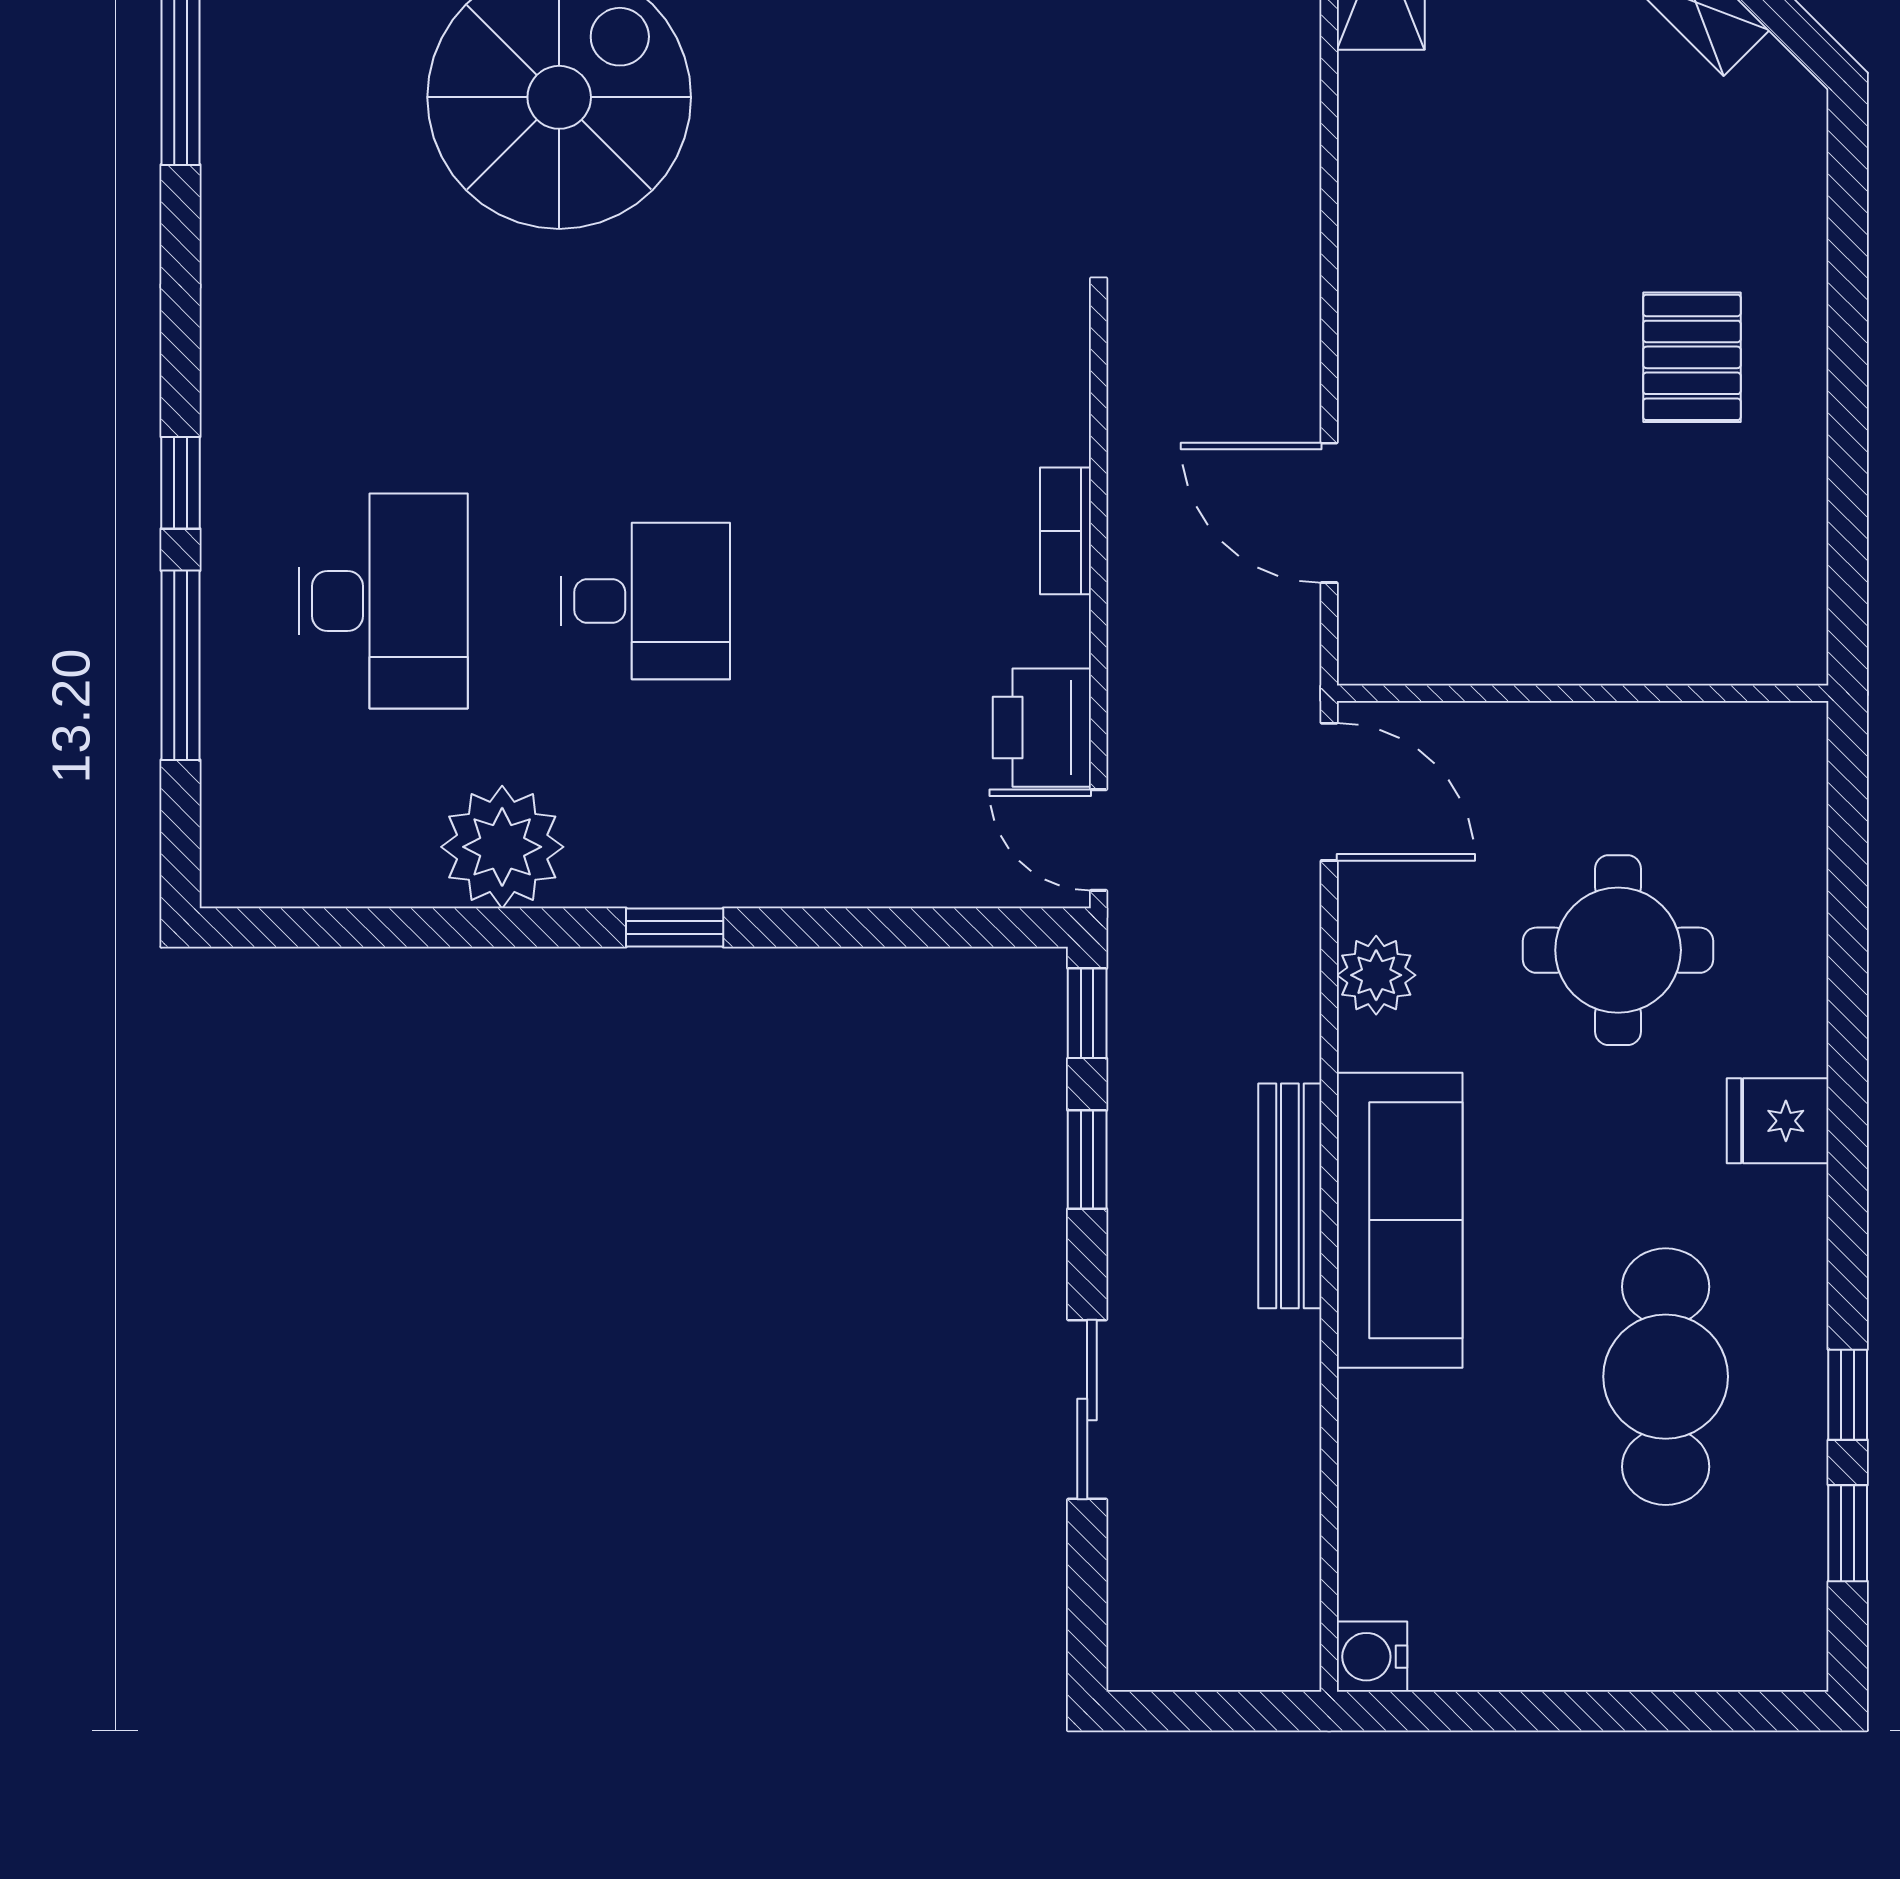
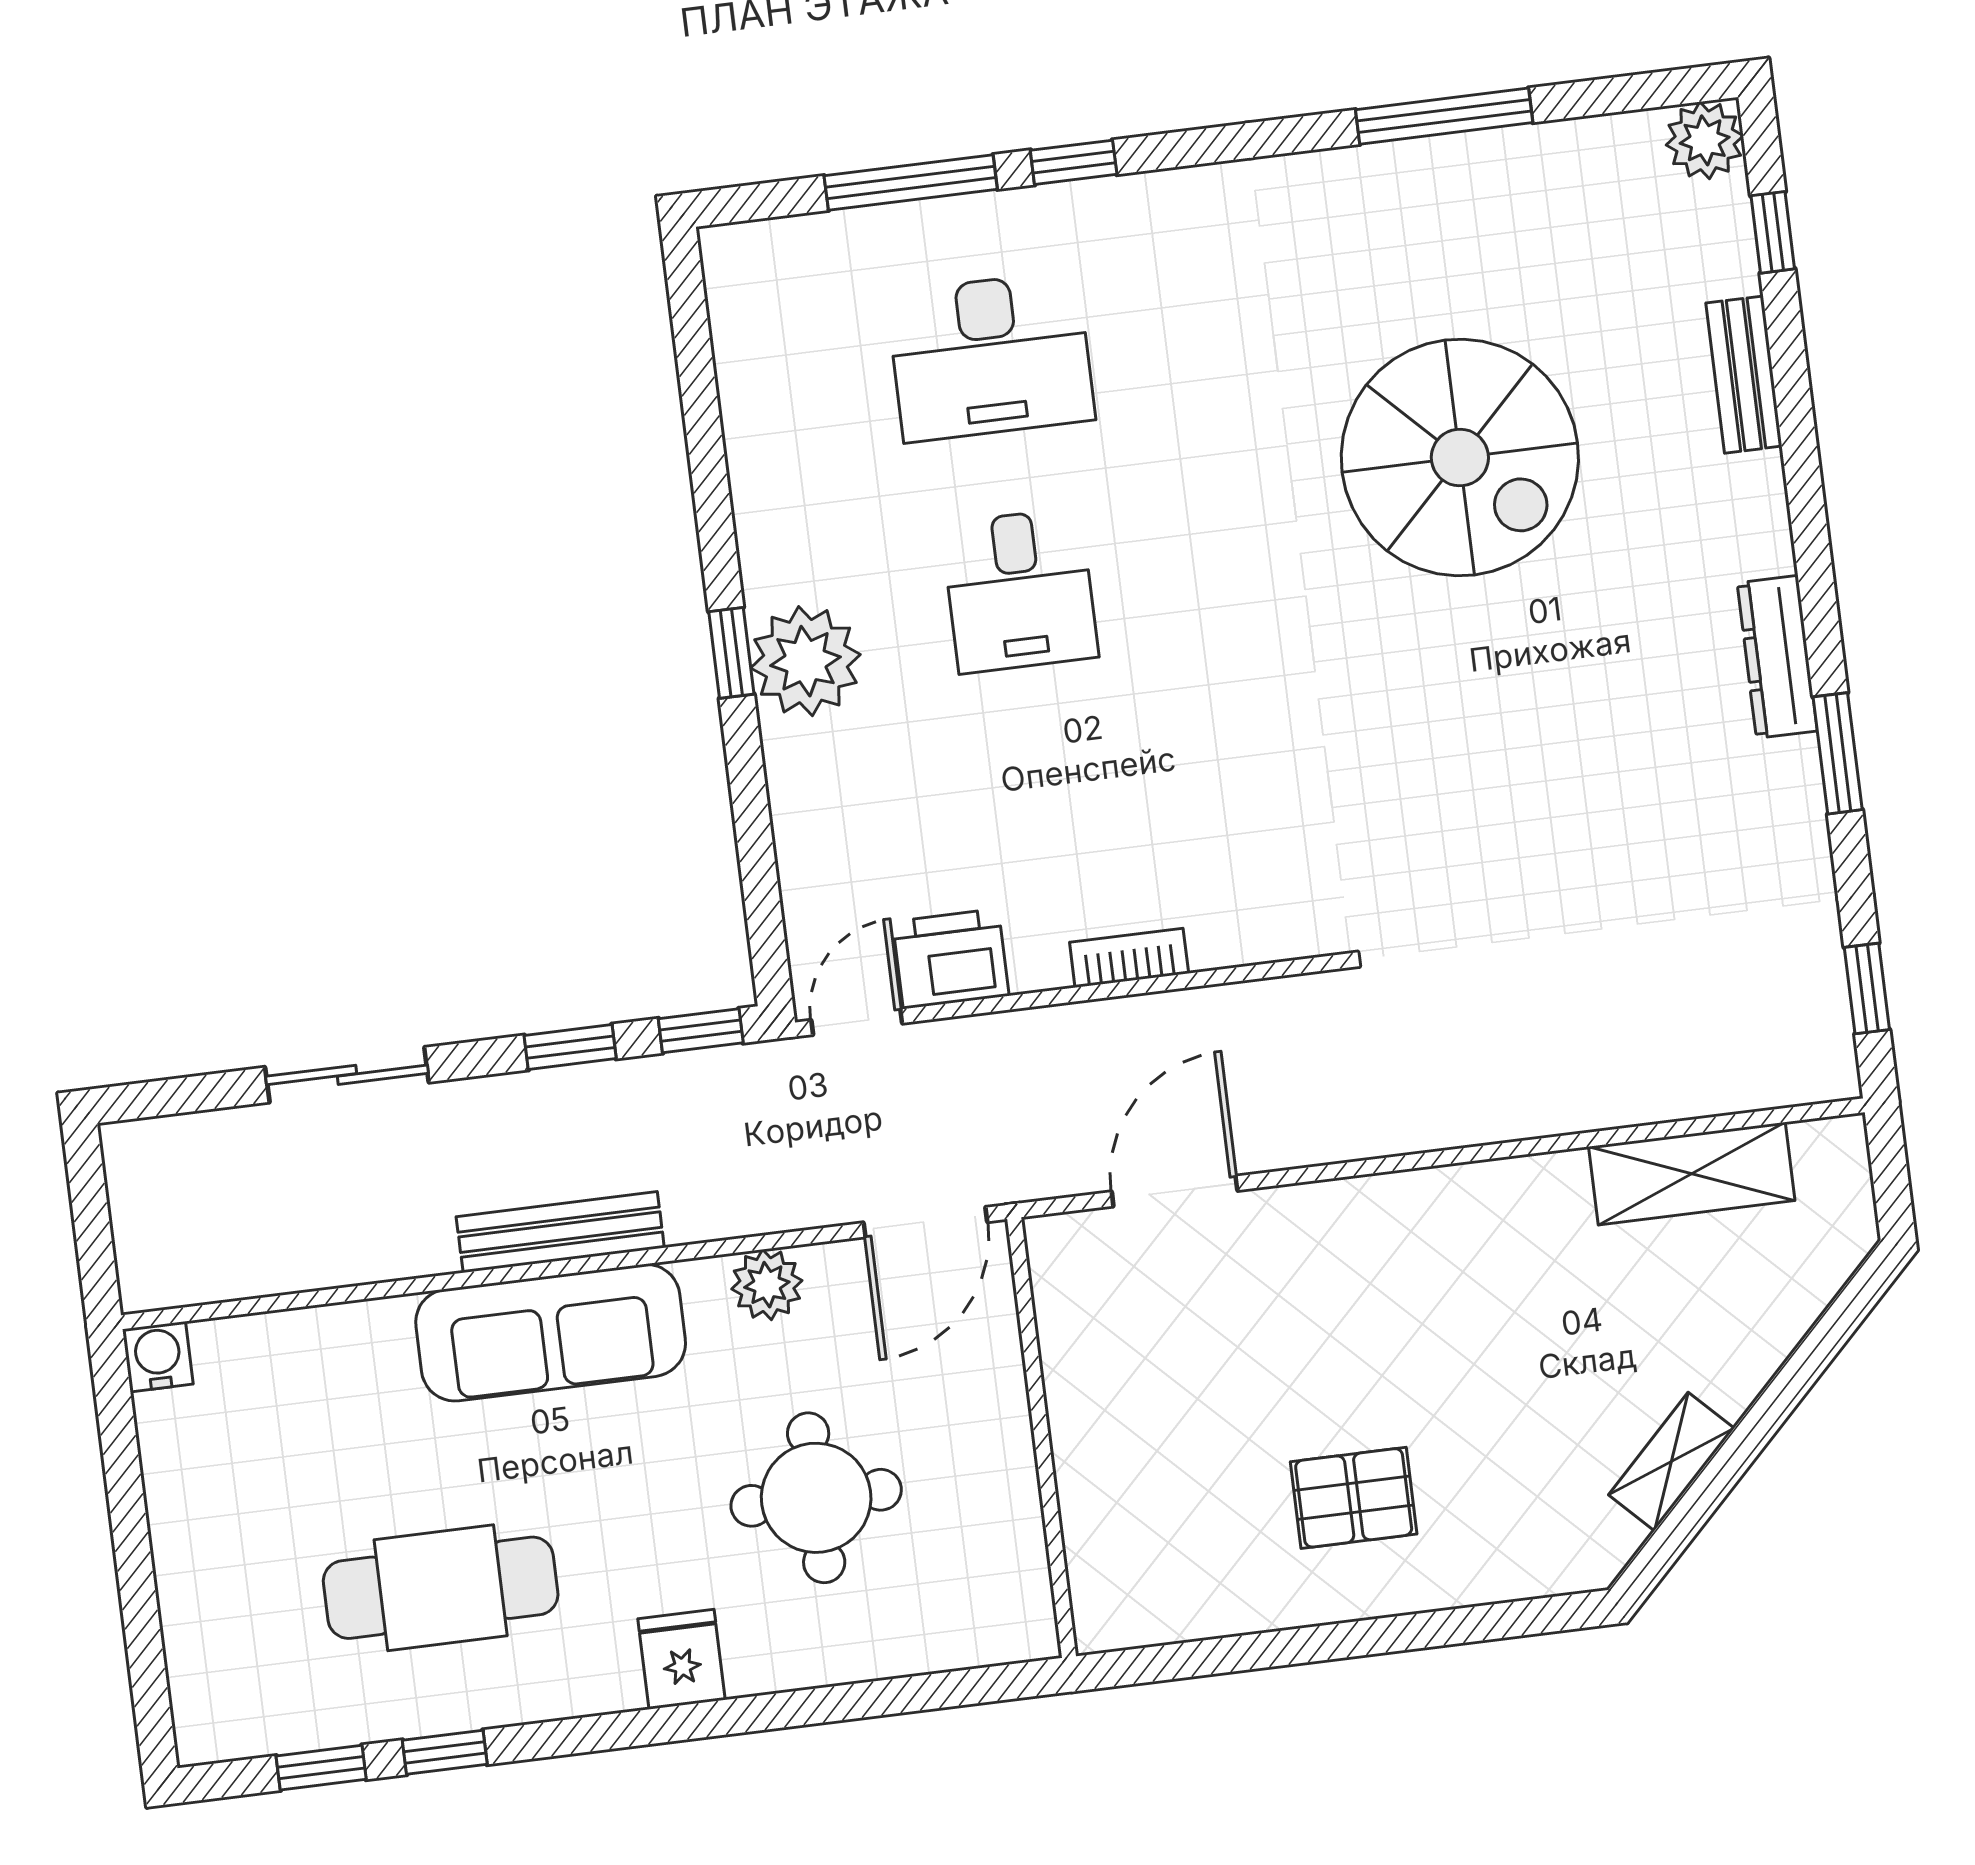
plant: (502, 847) -> (805, 661), moved

